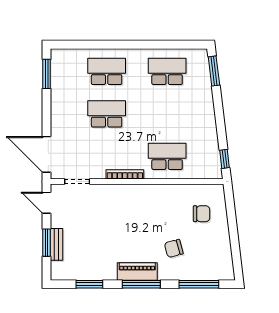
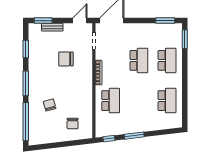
window: (75, 45) -> (185, 39), added
window: (214, 71) -> (134, 136), moved
chair: (104, 224) -> (66, 59), added
window: (47, 243) -> (43, 21), moved
piano: (137, 271) -> (34, 81), removed
window: (199, 284) -> (26, 122), width x1.46

